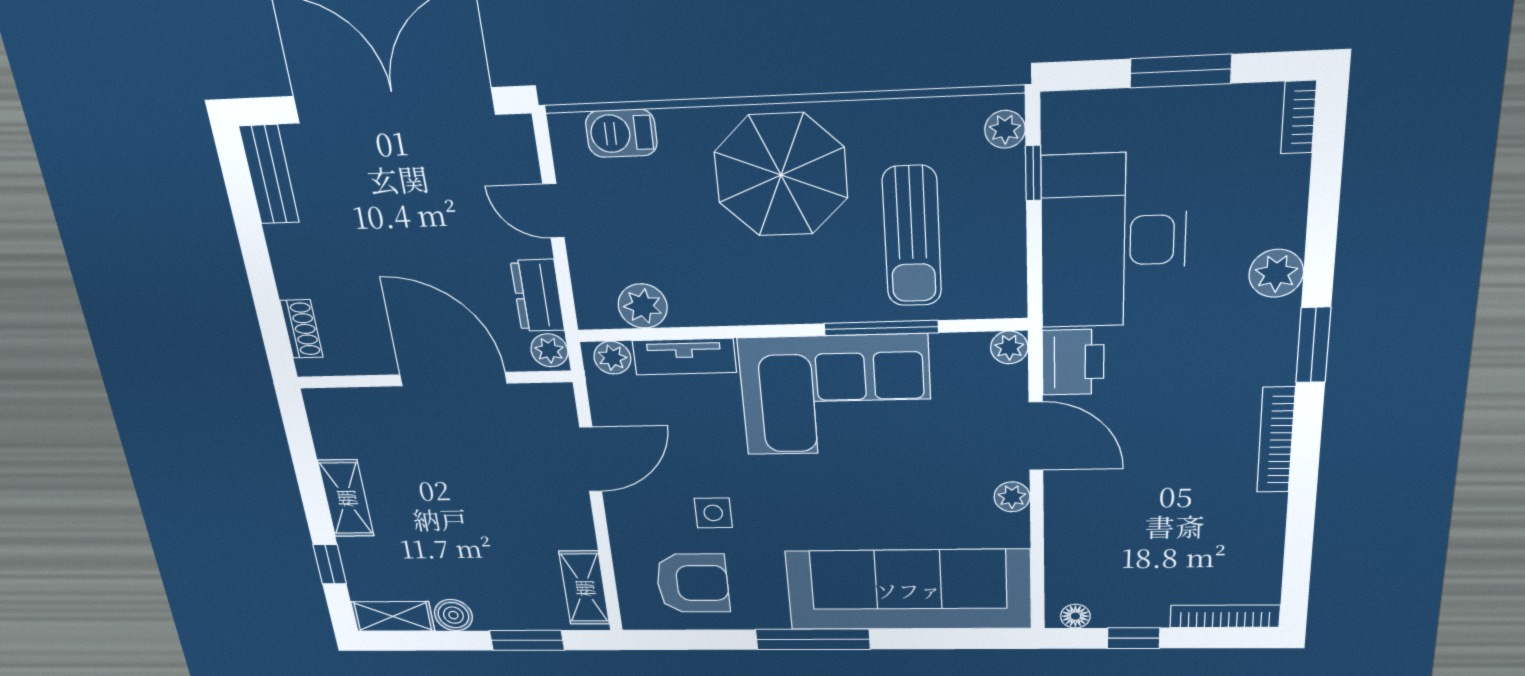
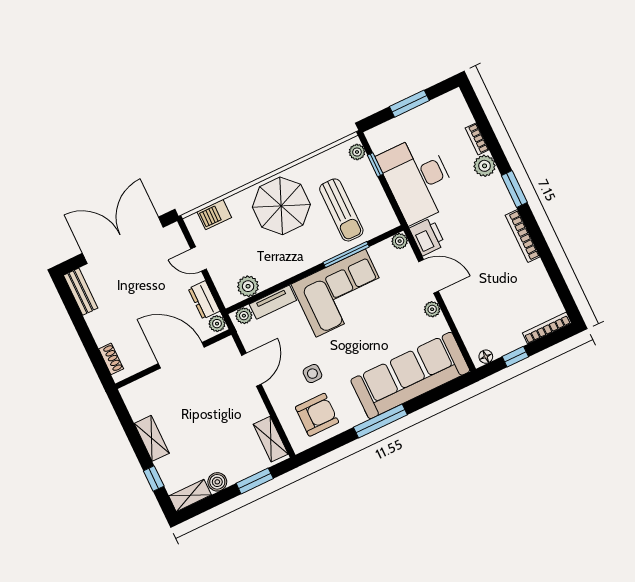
bookcase: (1299, 117) -> (477, 139), moved

